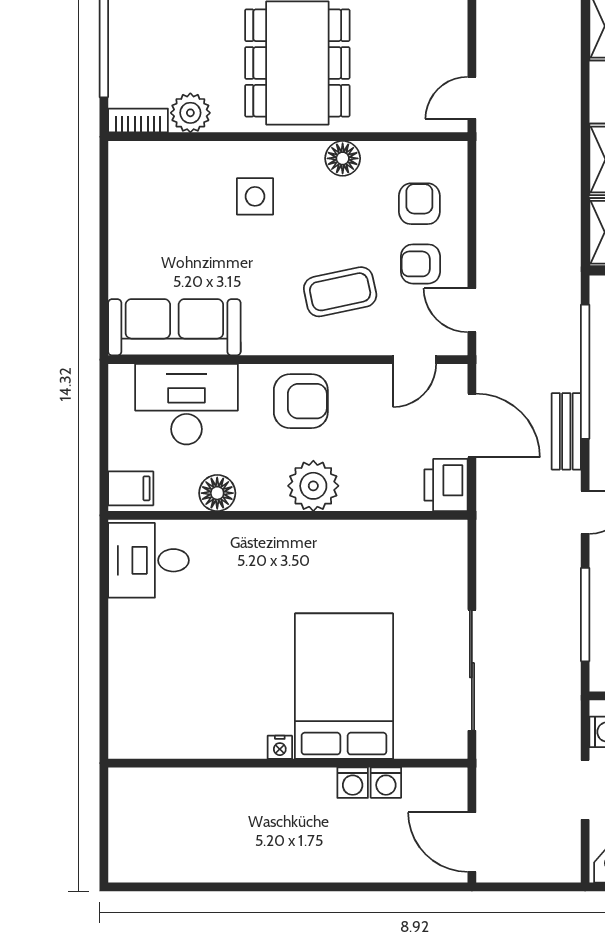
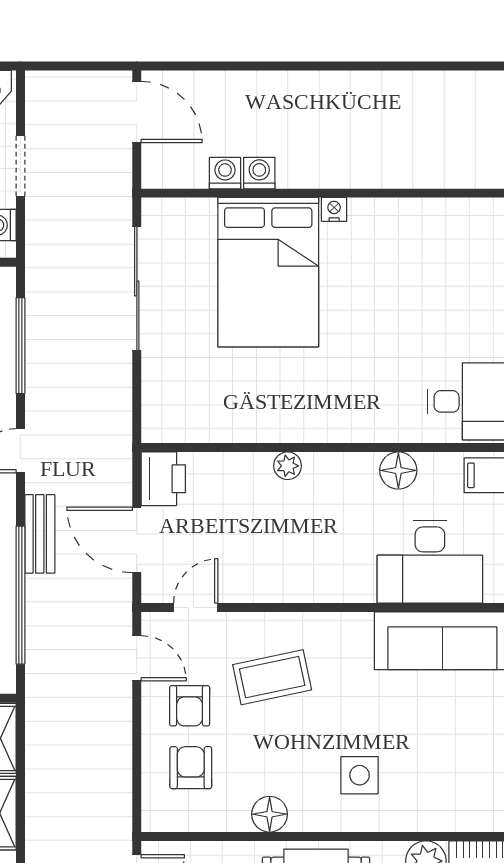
armchair: (419, 204) -> (191, 768), turned 180
armchair: (420, 264) -> (190, 706), turned 90
armchair: (301, 401) -> (312, 565), removed
plant: (313, 486) -> (288, 466), width x0.53, depth x0.53

